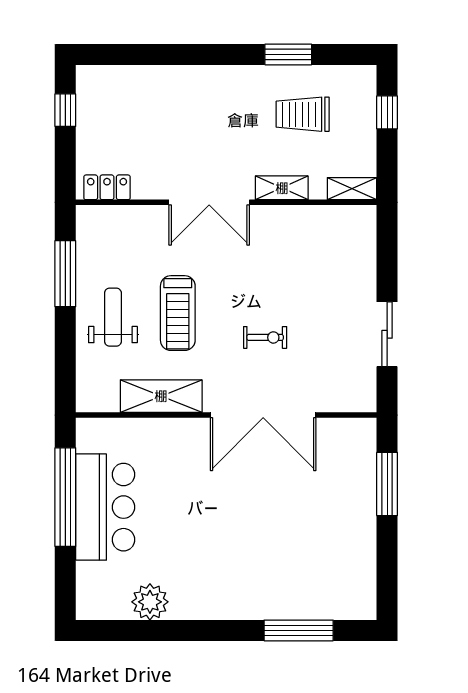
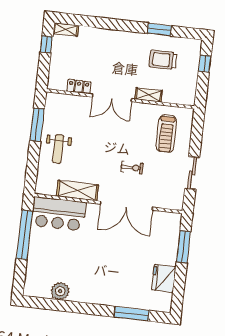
locker: (107, 187) -> (79, 87), moved
shelving: (352, 189) -> (66, 29), moved
treadmill: (178, 313) -> (166, 134), moved
weight bench: (113, 317) -> (58, 149), turned 180
bar counter: (105, 507) -> (59, 214), moved, turned 90
fridge: (355, 552) -> (164, 278), added

